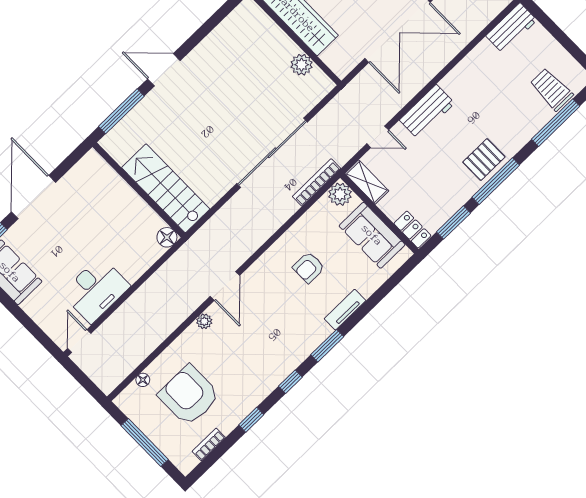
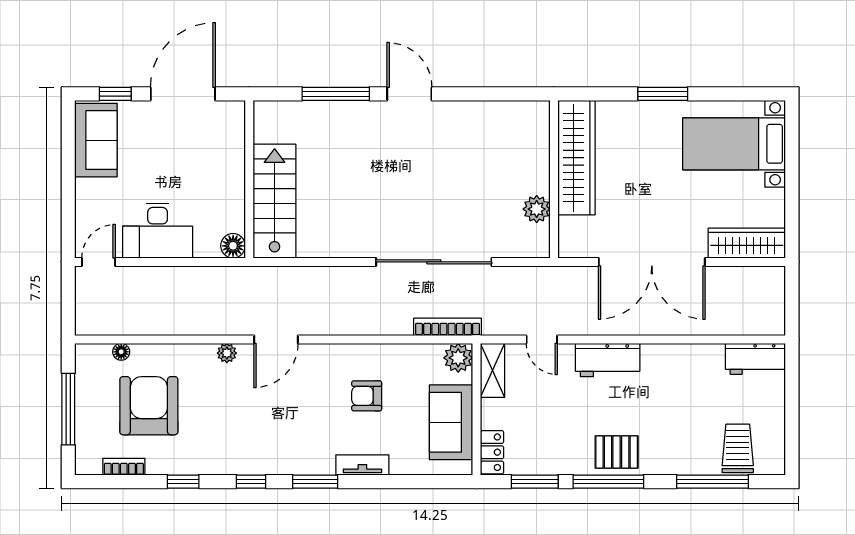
stairs: (166, 188) -> (275, 201), moved
wall: (139, 190) -> (249, 179), moved
floor lamp: (167, 237) -> (233, 246), moved

